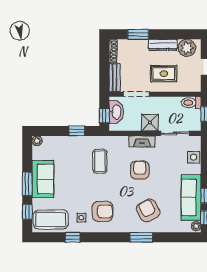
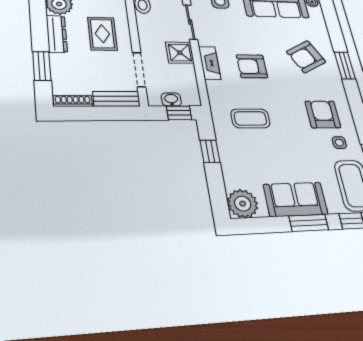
washbasin: (116, 112) -> (171, 100), width x0.52, depth x0.69
plant: (37, 141) -> (243, 204), width x1.88, depth x1.88

